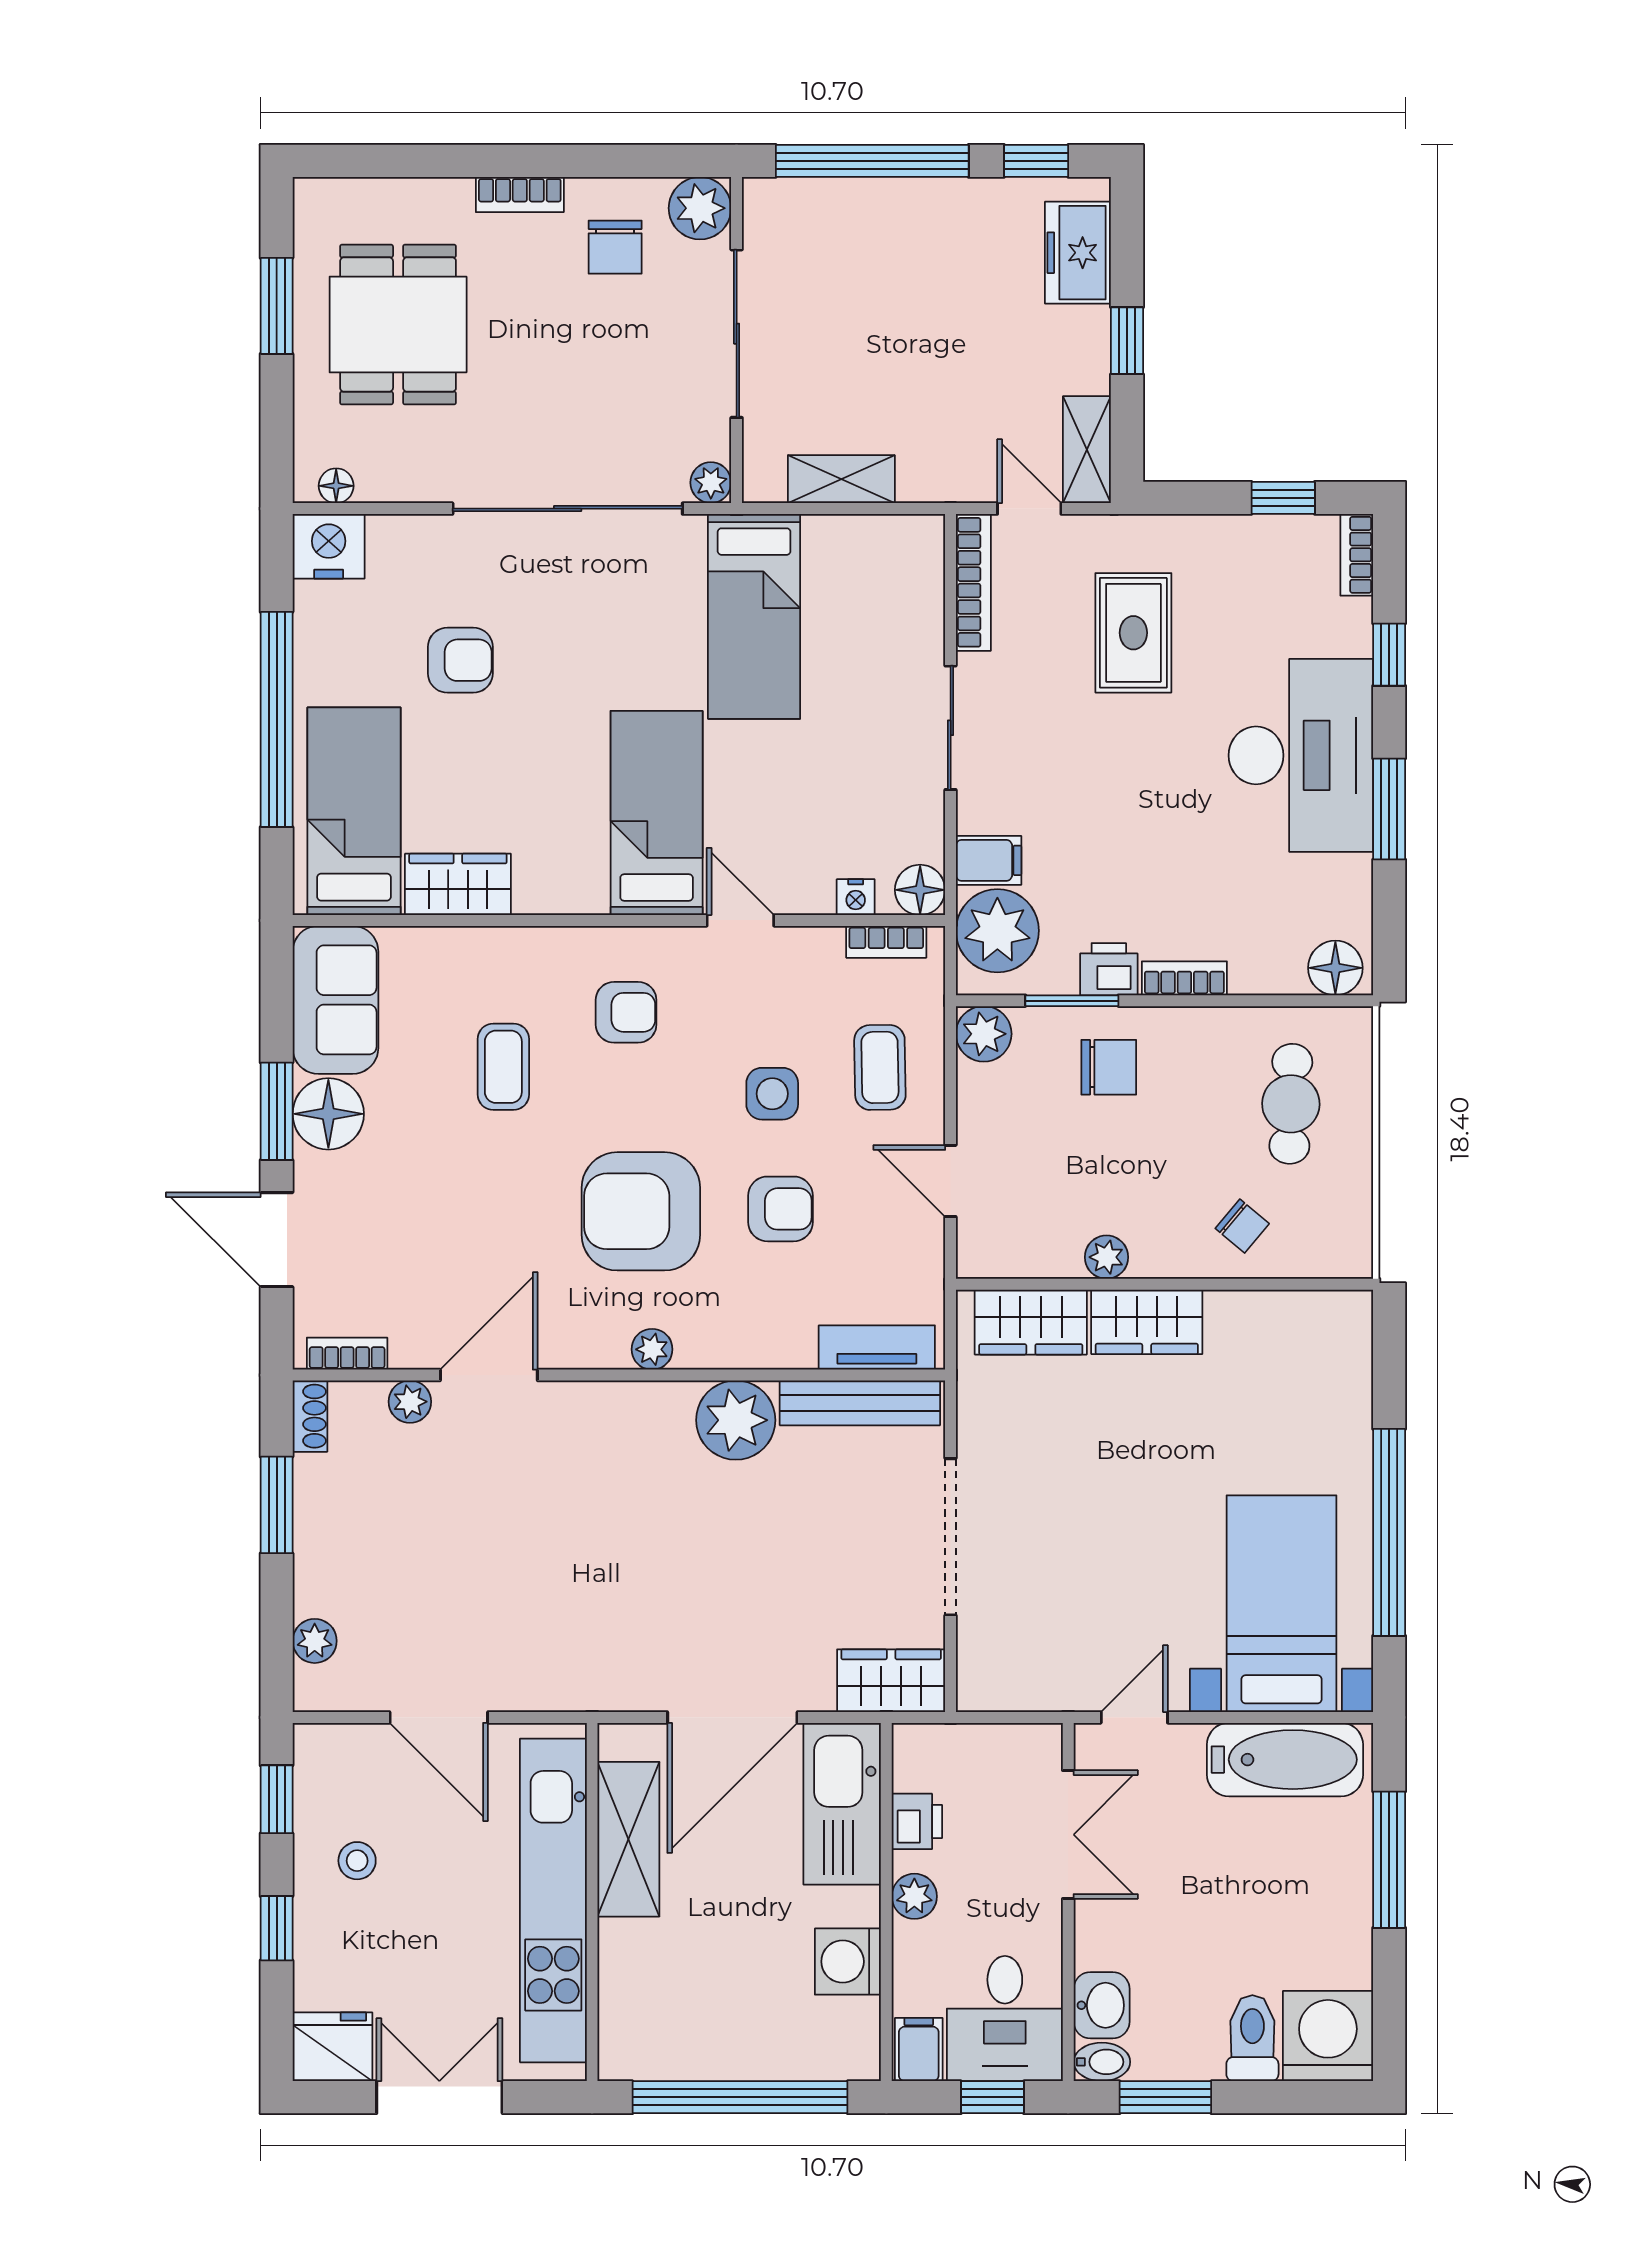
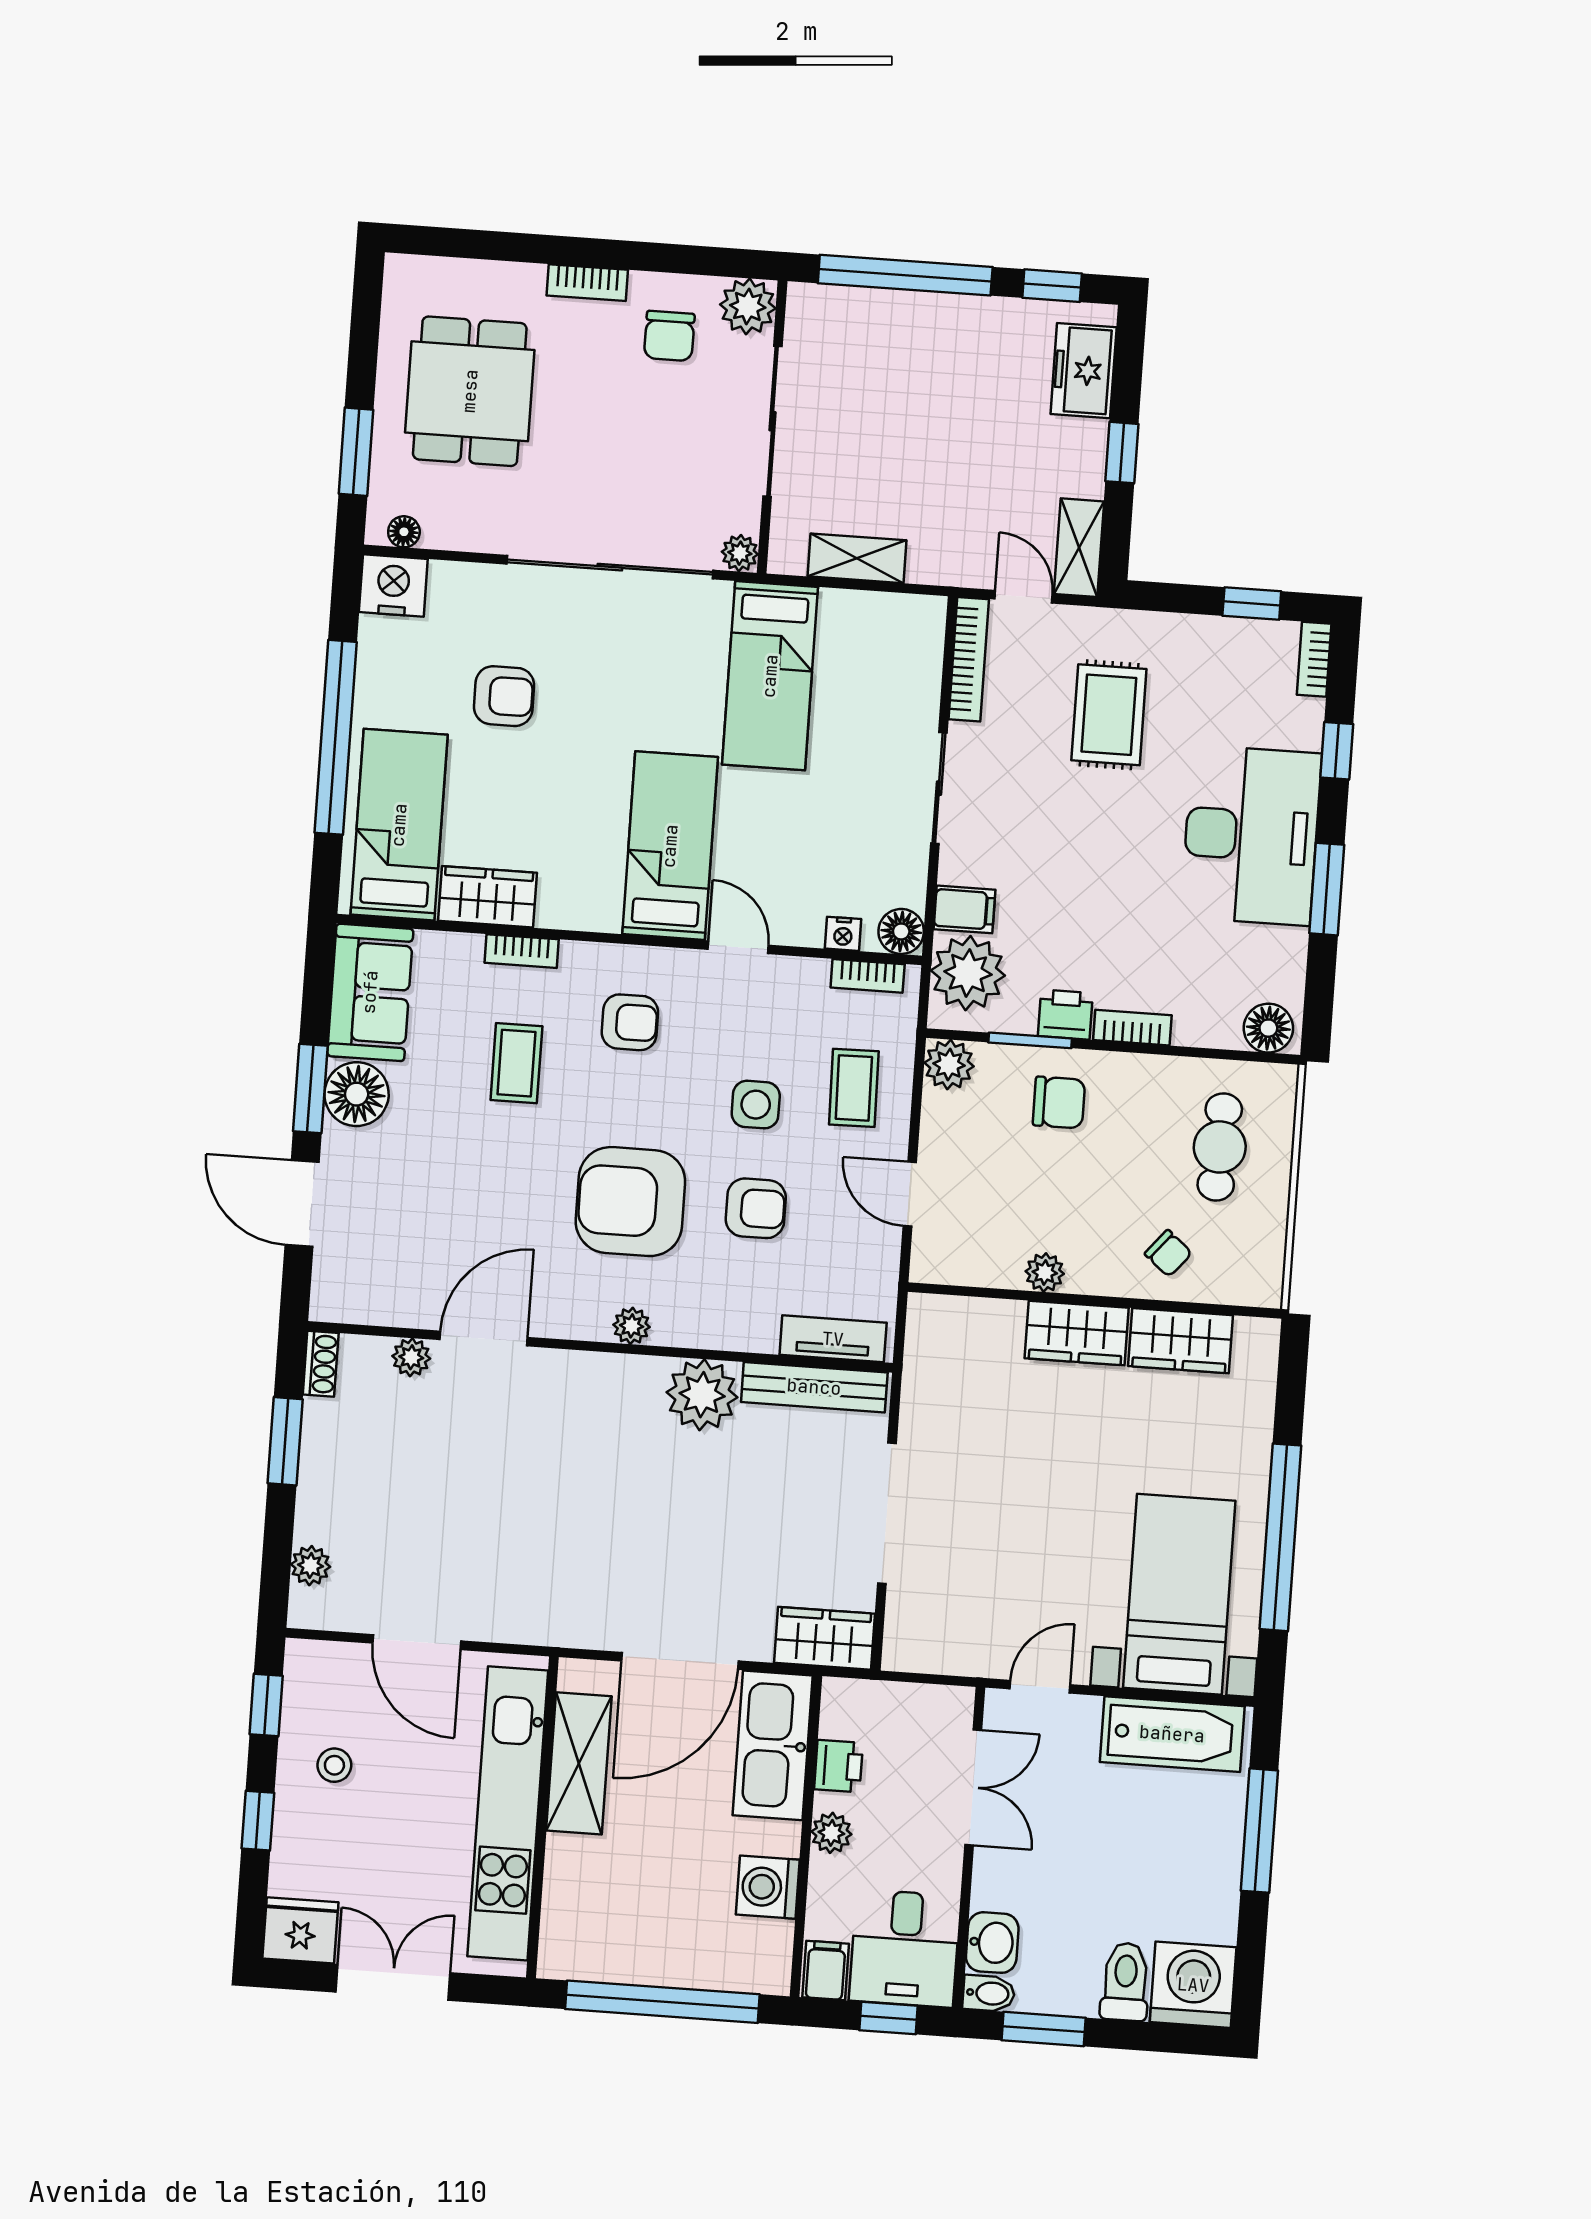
window: (277, 306) -> (356, 452), moved
wardrobe: (1031, 1322) -> (1181, 1341), moved
bookcase: (347, 1354) -> (522, 951), moved, turned 180

